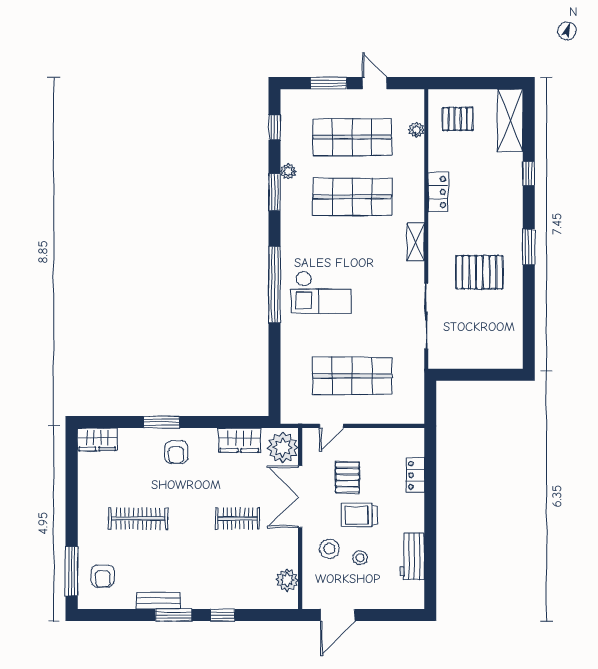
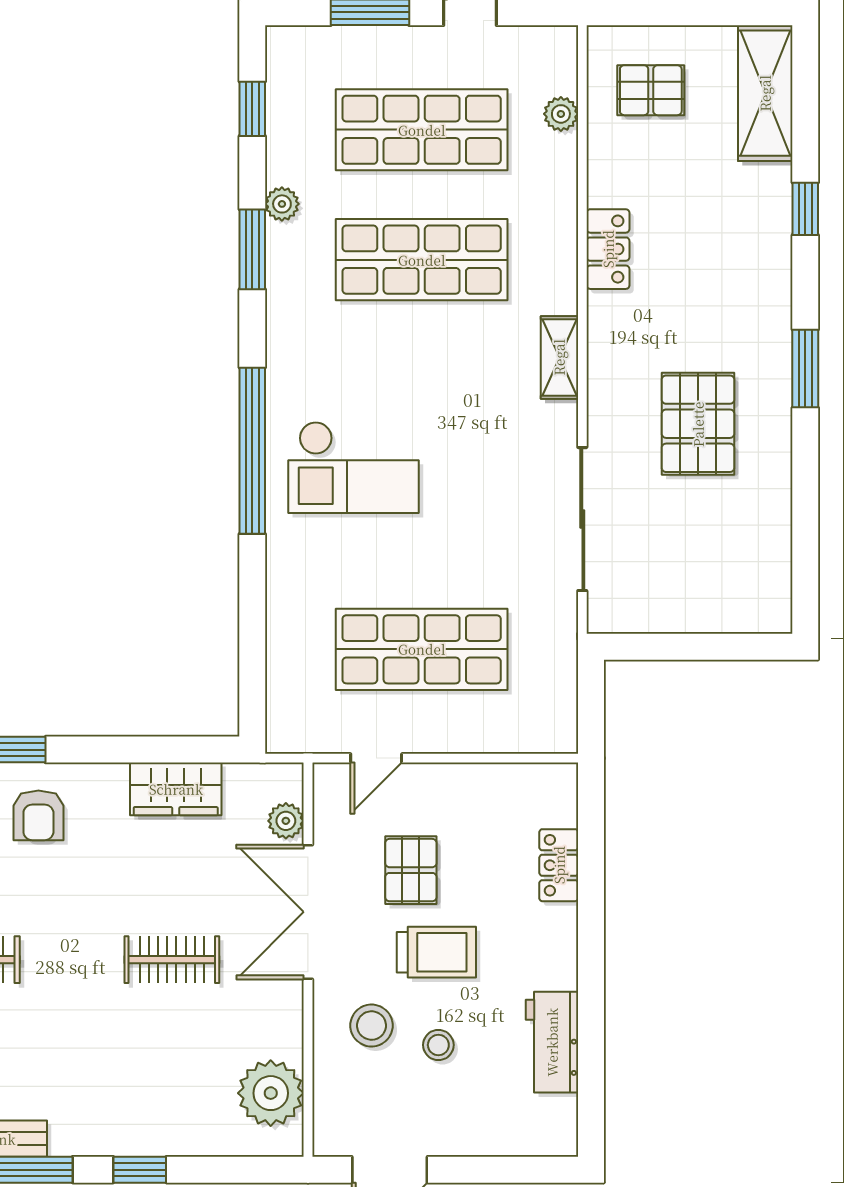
pallet: (479, 272) -> (698, 424), turned 90
plant: (283, 448) -> (286, 821), width x0.53, depth x0.53
trolley: (359, 515) -> (436, 952), turned 180
plant: (287, 580) -> (271, 1093), width x1.36, depth x1.36

